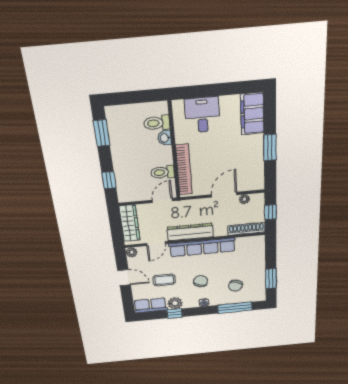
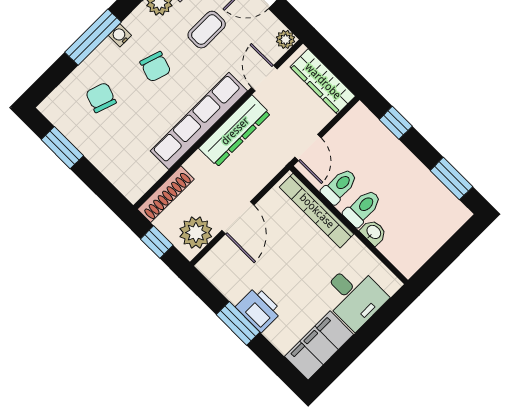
filing cabinet: (252, 114) -> (319, 345), moved, turned -90
toilet: (157, 123) -> (362, 208), moved
printer: (254, 146) -> (259, 309), added
plant: (244, 199) -> (196, 233), width x1.87, depth x1.87
window: (235, 308) -> (93, 37), moved

